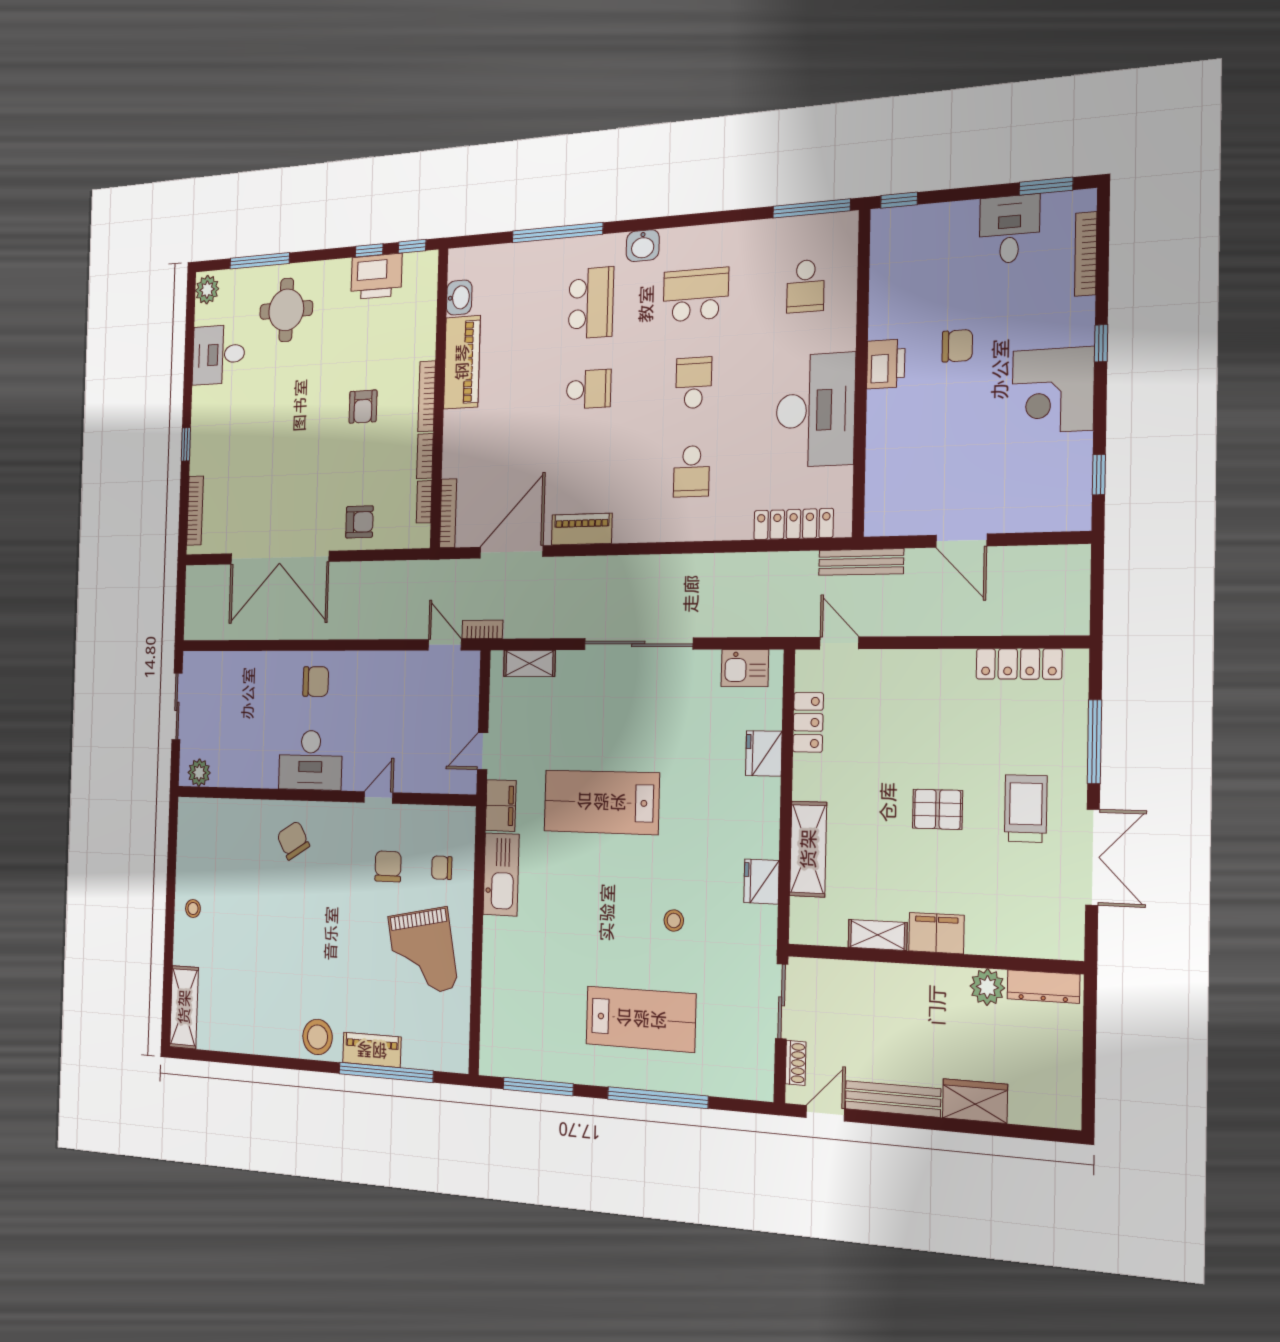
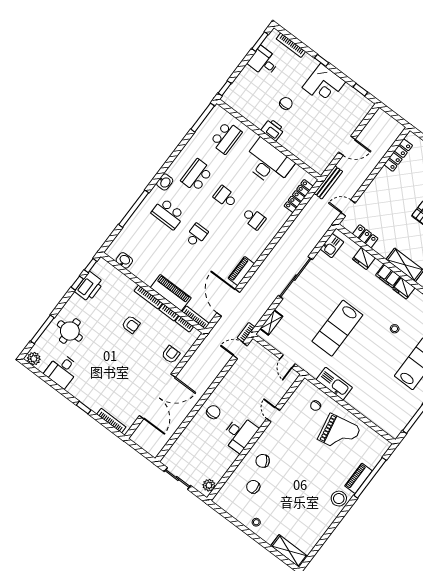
school desk: (806, 286) -> (226, 137), width x1.85
school desk: (591, 303) -> (168, 214), turned 180
piano: (462, 362) -> (171, 293), moved
filing cabinet: (501, 805) -> (388, 276), moved, turned 180
chair: (388, 866) -> (253, 487), moved

